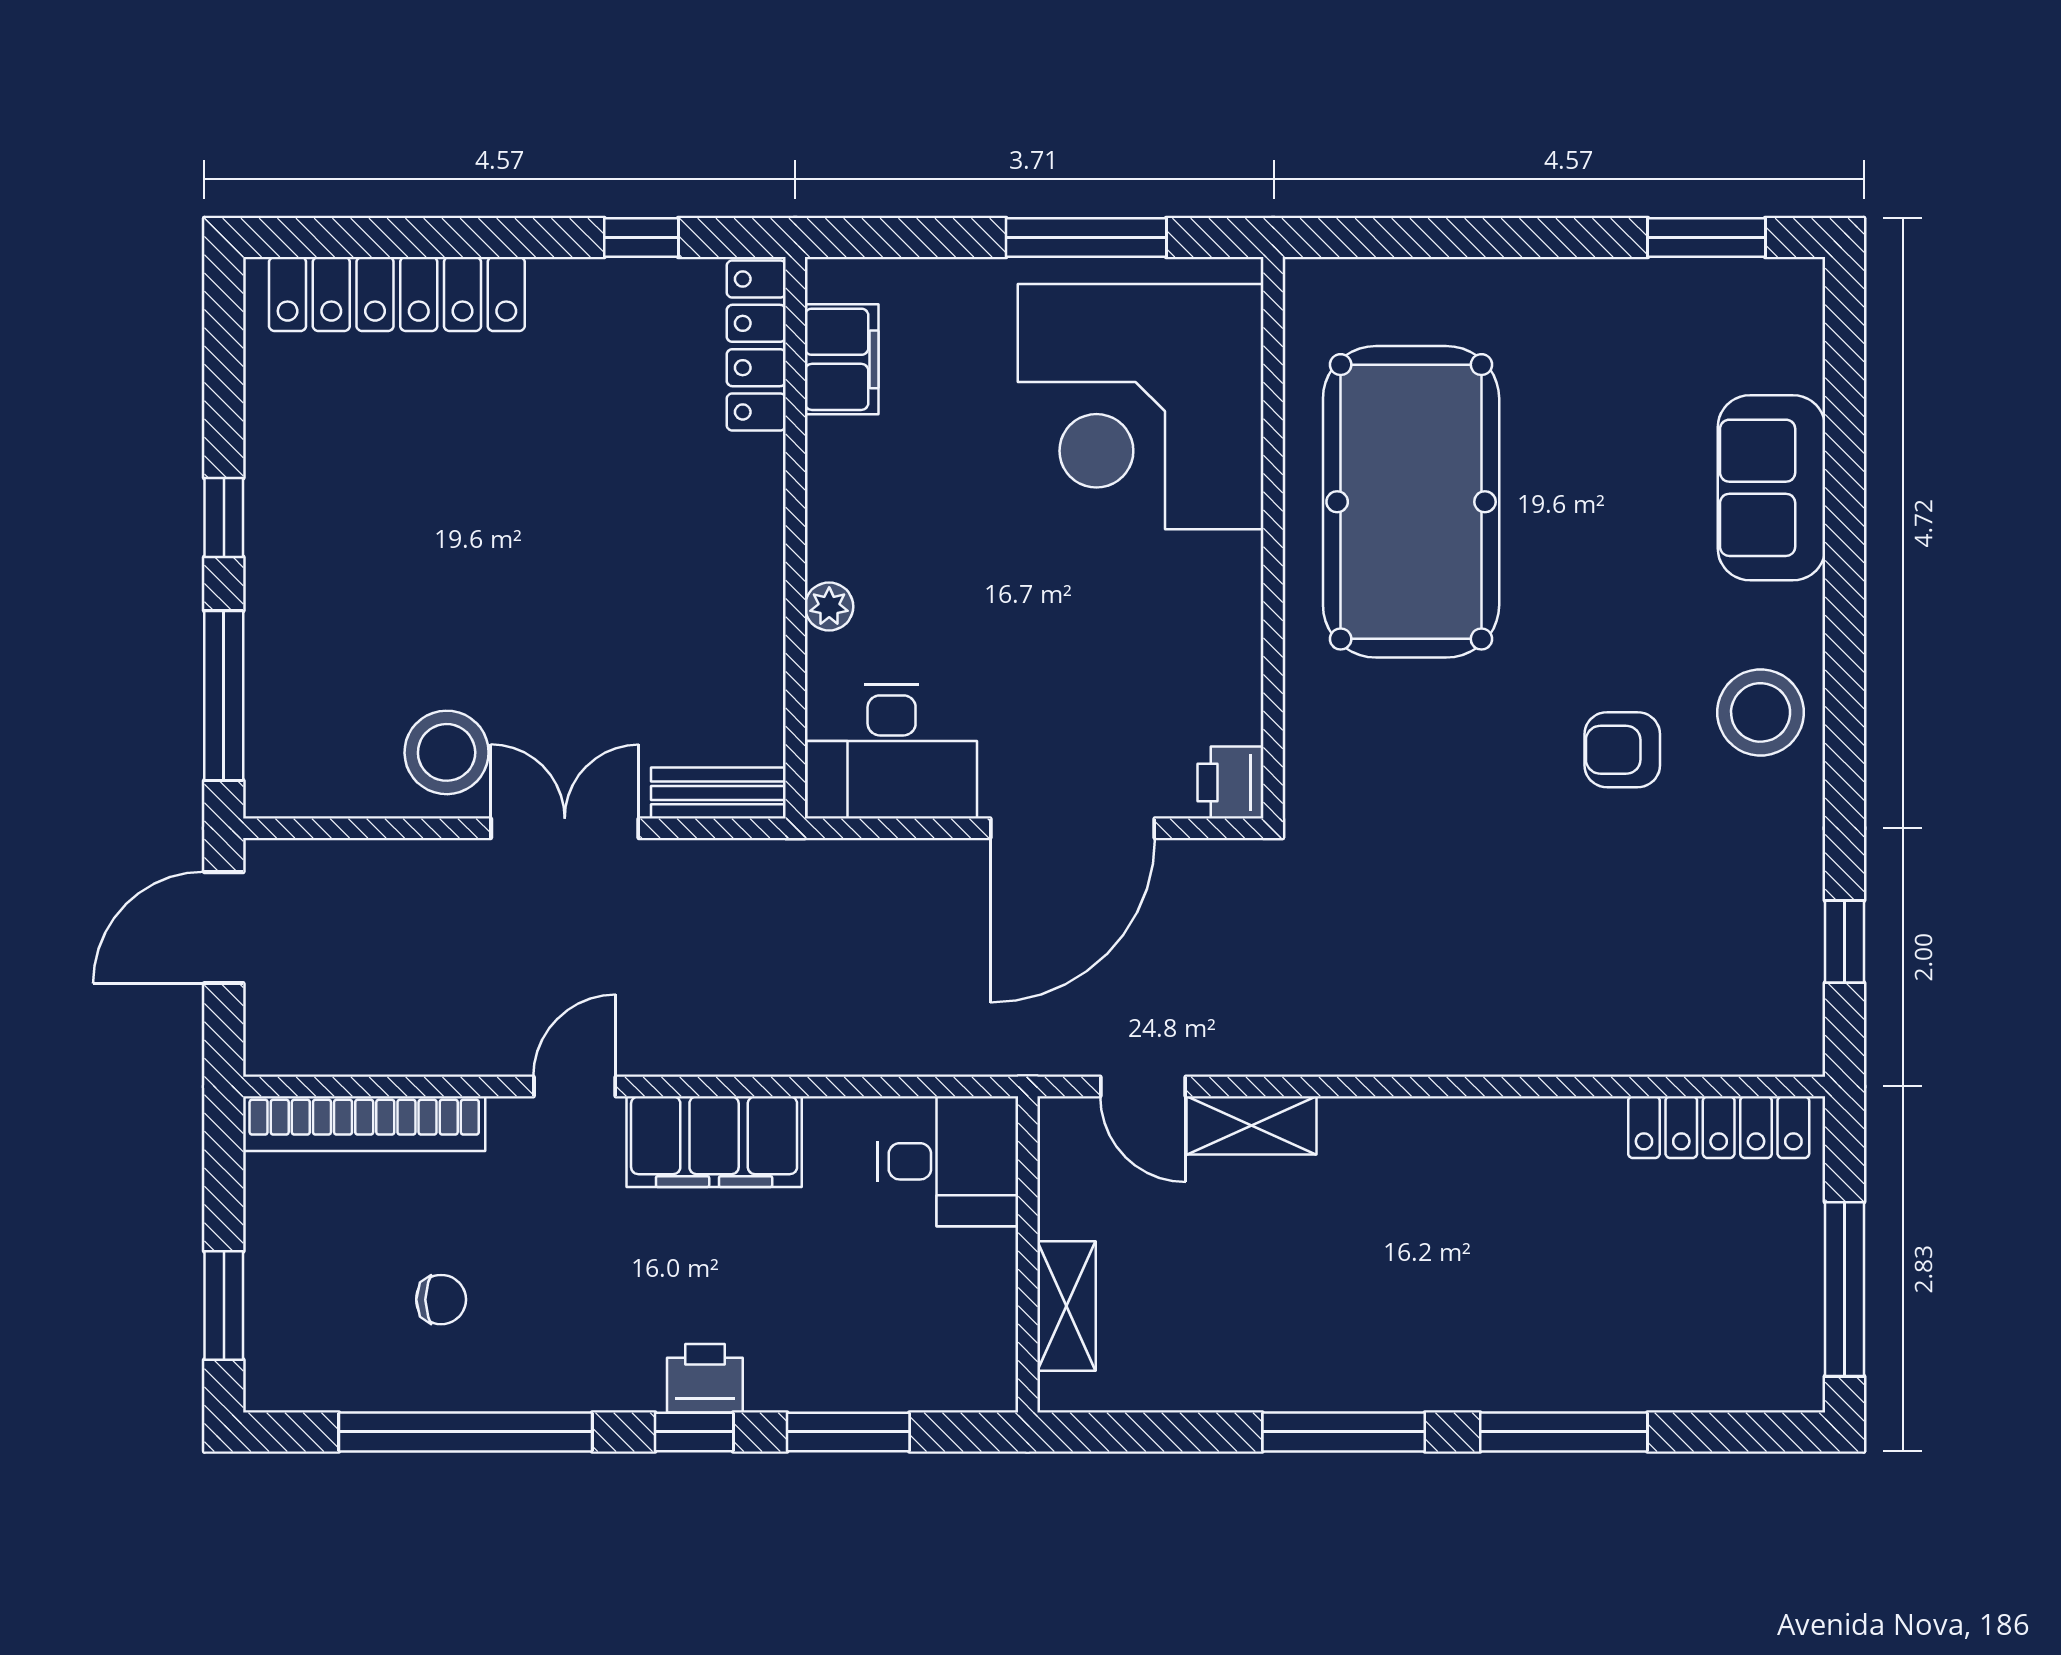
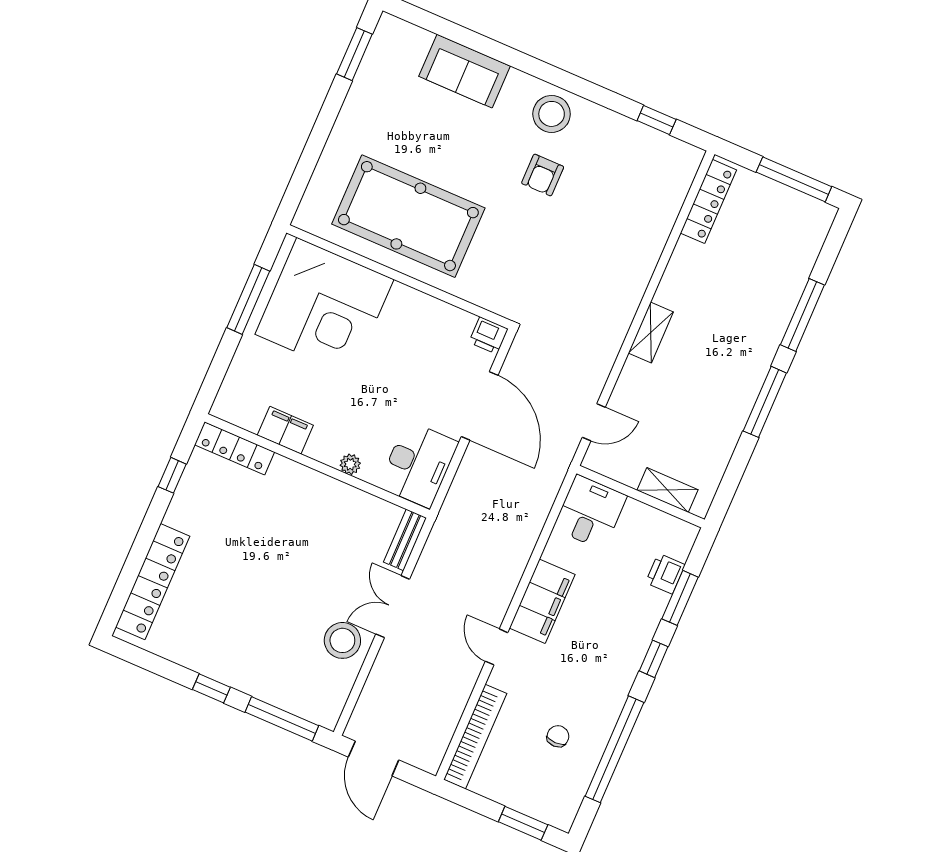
filing cabinet: (842, 359) -> (285, 430), moved
shelving: (1251, 1125) -> (651, 333), moved
printer: (705, 1378) -> (665, 574), moved

